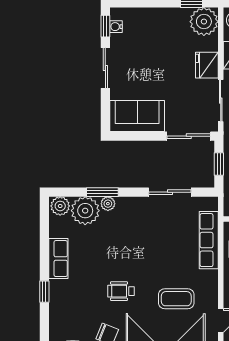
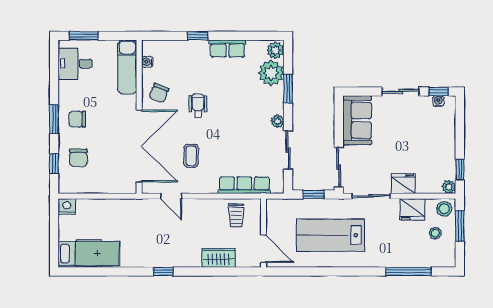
plant: (204, 22) -> (449, 187), width x0.53, depth x0.53
plant: (108, 204) -> (277, 121), moved
coffee table: (176, 299) -> (191, 156), width x0.73, depth x0.77

